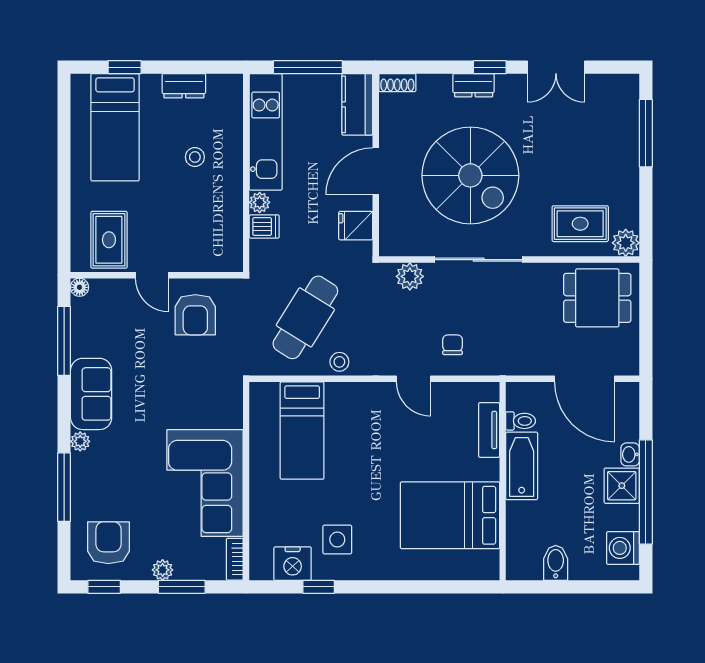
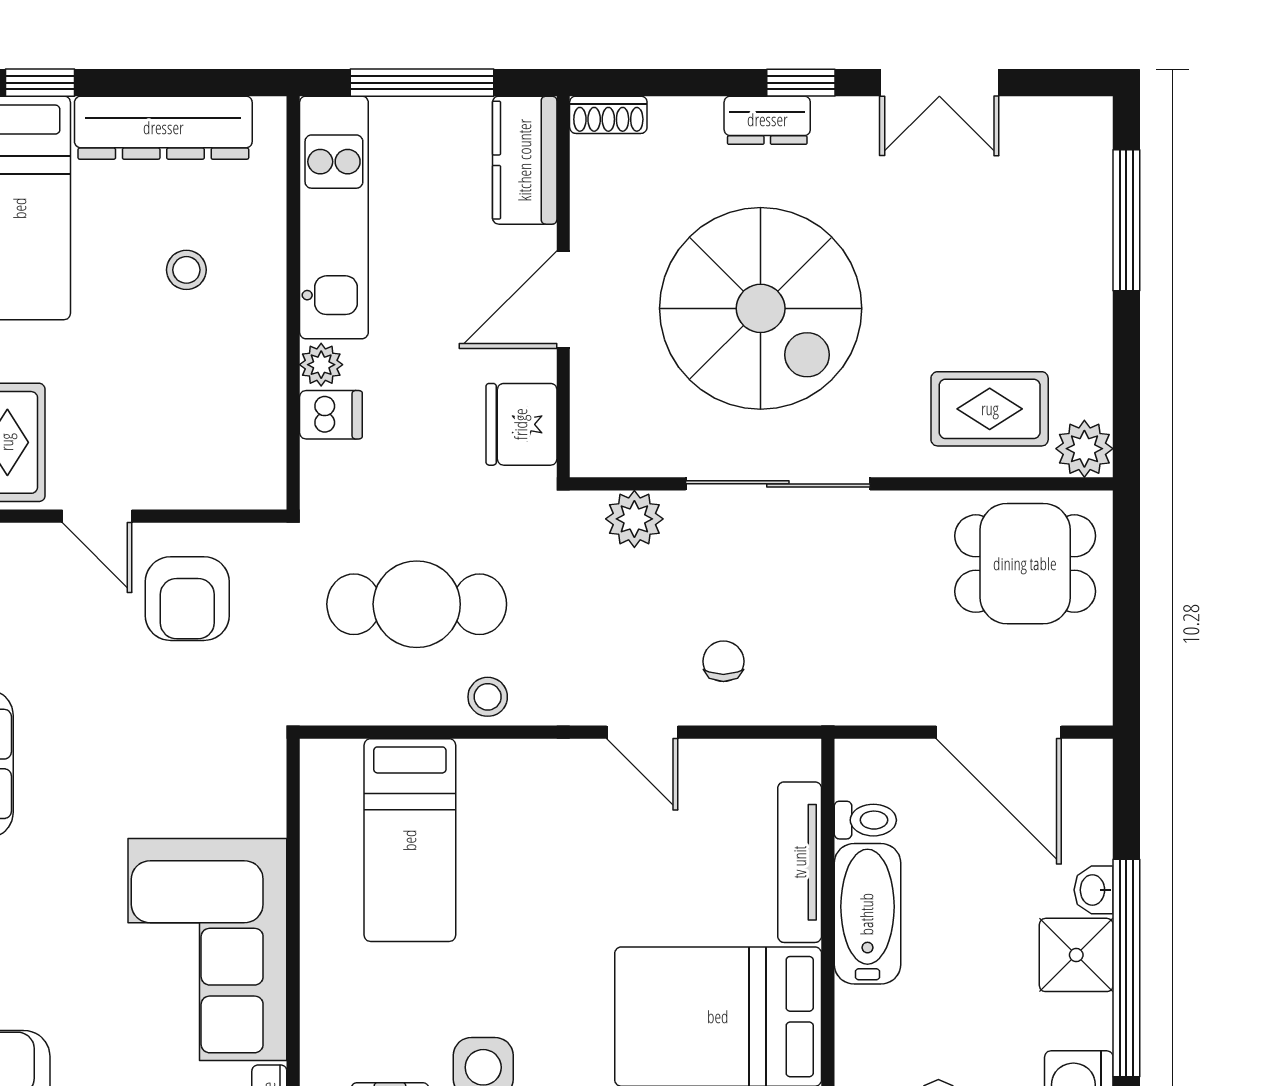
dresser: (184, 86) -> (163, 128), width x1.96, depth x1.24
fridge: (356, 226) -> (521, 424), width x1.38
cafe table: (305, 317) -> (417, 604), turned 58
tv unit: (489, 430) -> (800, 862), width x1.41

